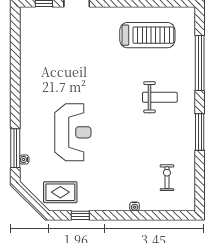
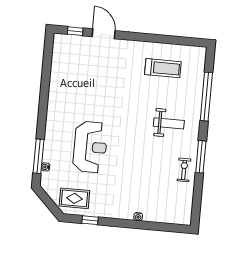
treadmill: (147, 35) -> (163, 68), width x0.73, depth x0.73
exercise bike: (167, 178) -> (184, 170), moved

